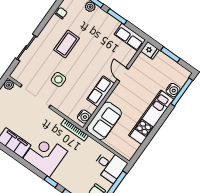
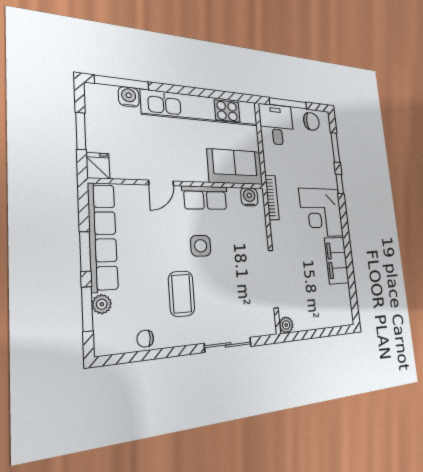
row of seats: (130, 37) -> (103, 237), width x2.02
coffee table: (67, 44) -> (182, 294), turned 90
side table: (58, 79) -> (201, 246), moved
kitchen unit: (151, 117) -> (201, 108), width x1.36

